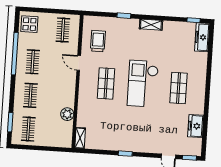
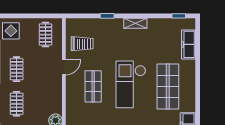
freezer: (202, 37) -> (189, 44), moved
trolley: (98, 41) -> (82, 44), turned 90
door: (79, 63) -> (64, 67), swing flipped
shop shelf: (179, 88) -> (168, 86), width x1.43, depth x1.36

